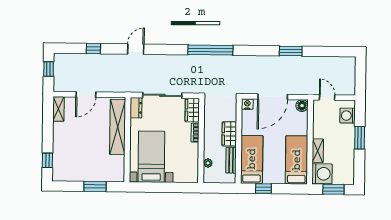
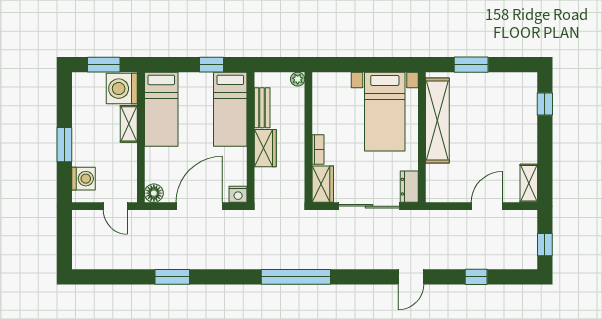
shelving: (118, 127) -> (437, 121), moved
plant: (208, 163) -> (298, 79), moved

